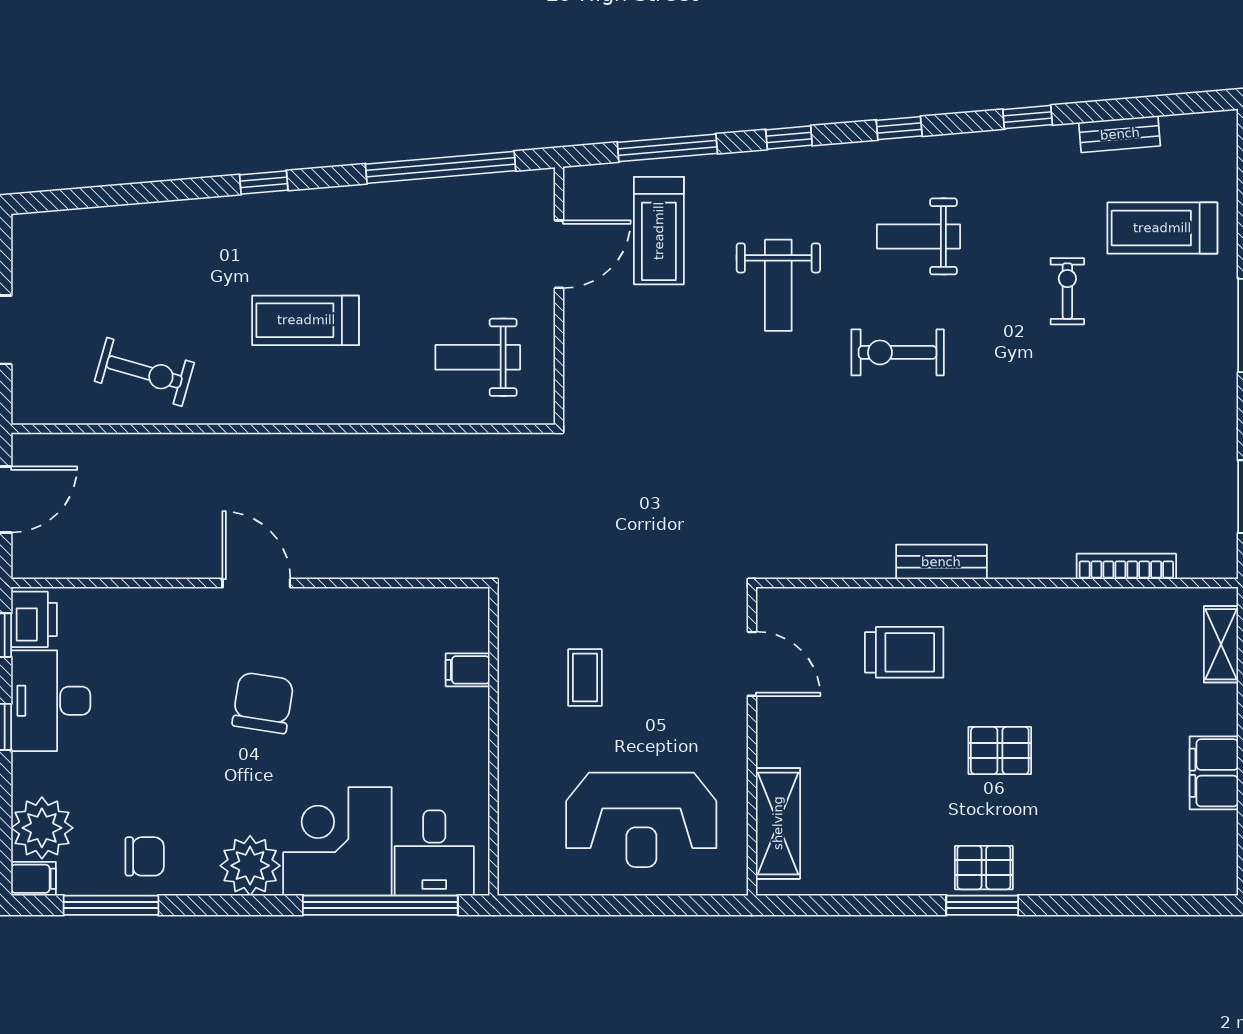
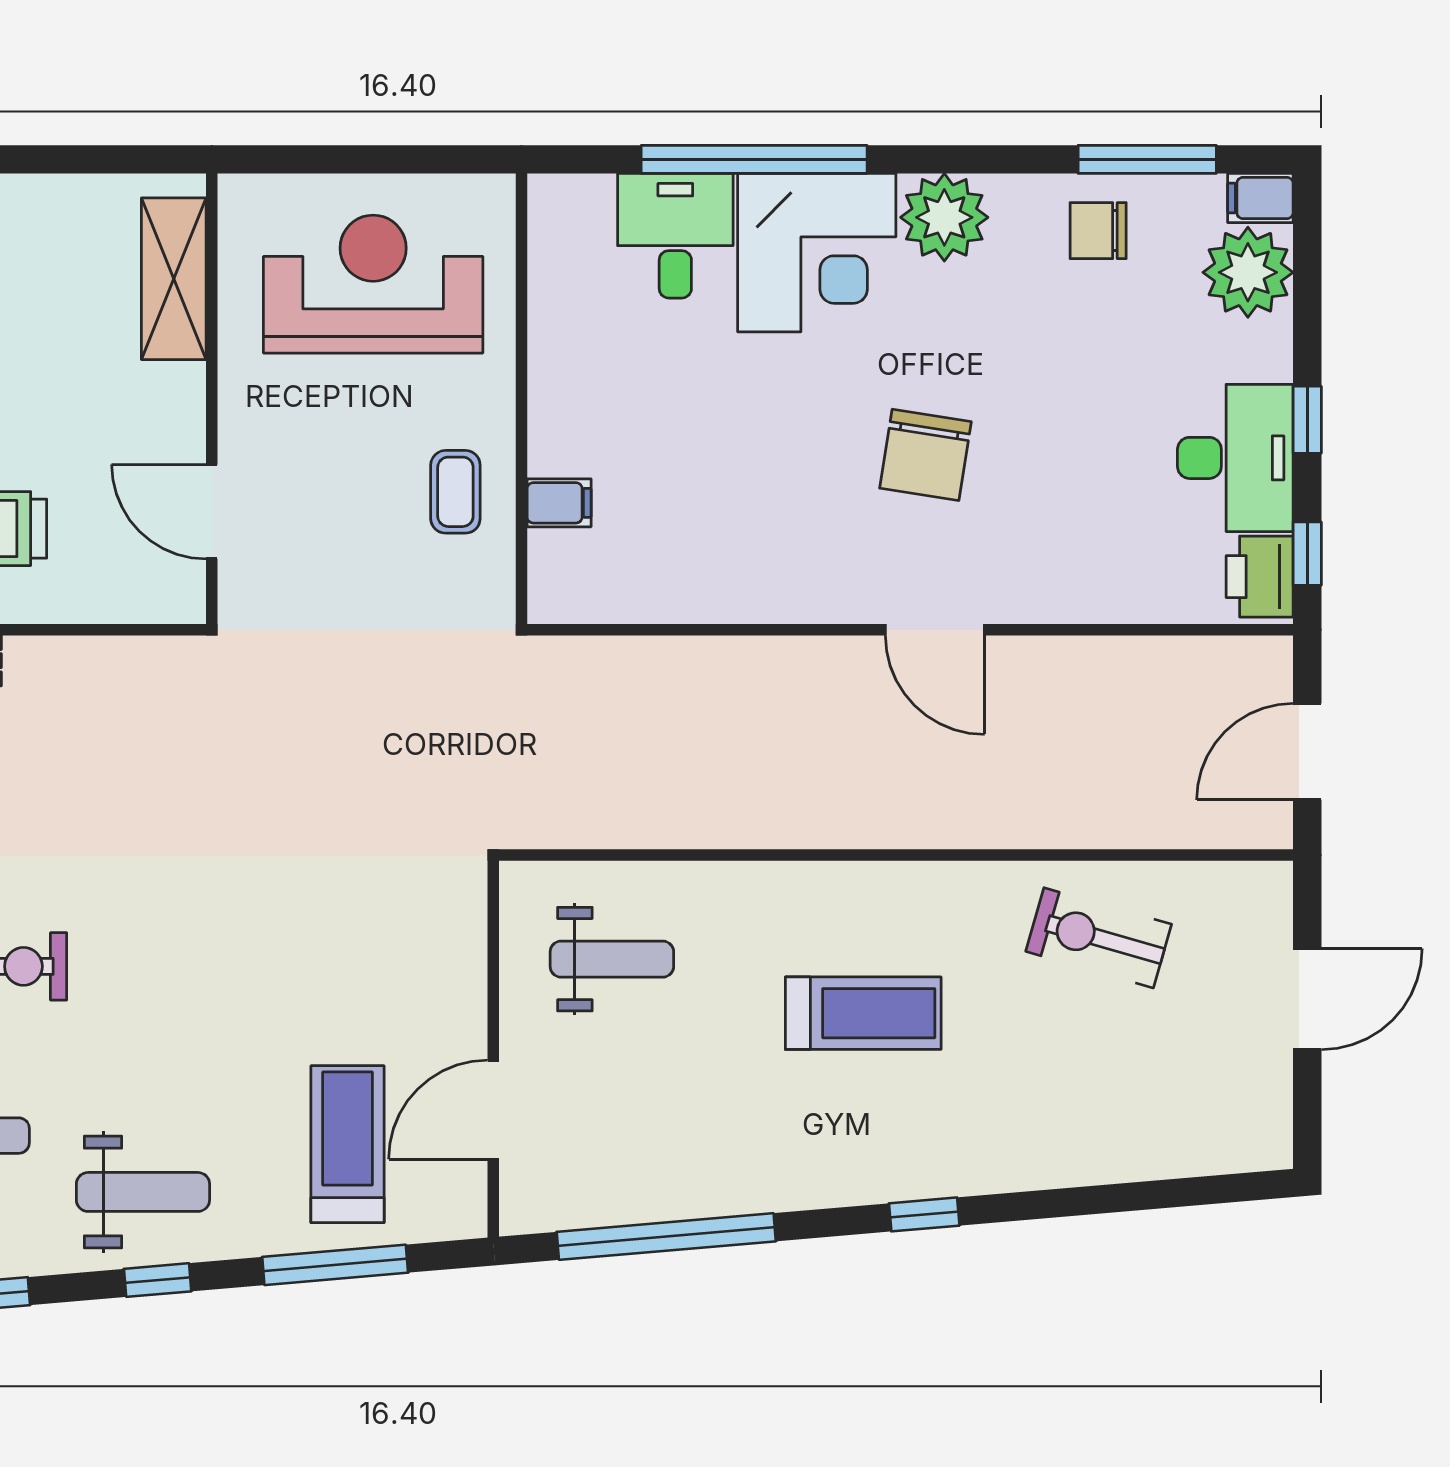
weight bench: (778, 285) -> (143, 1192), moved, turned 90
filing cabinet: (468, 670) -> (559, 503), moved
wall: (493, 741) -> (521, 399), moved

